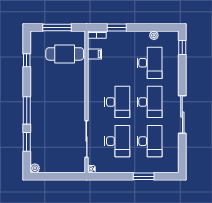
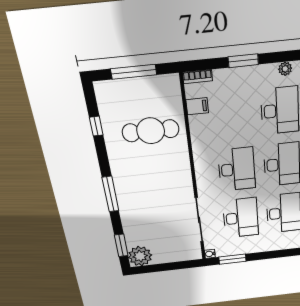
window: (117, 28) -> (243, 61), moved
cafe table: (65, 54) -> (151, 131), moved
window: (27, 142) -> (121, 245), moved
plant: (35, 168) -> (140, 256), width x1.87, depth x1.87
window: (144, 176) -> (232, 259), moved

